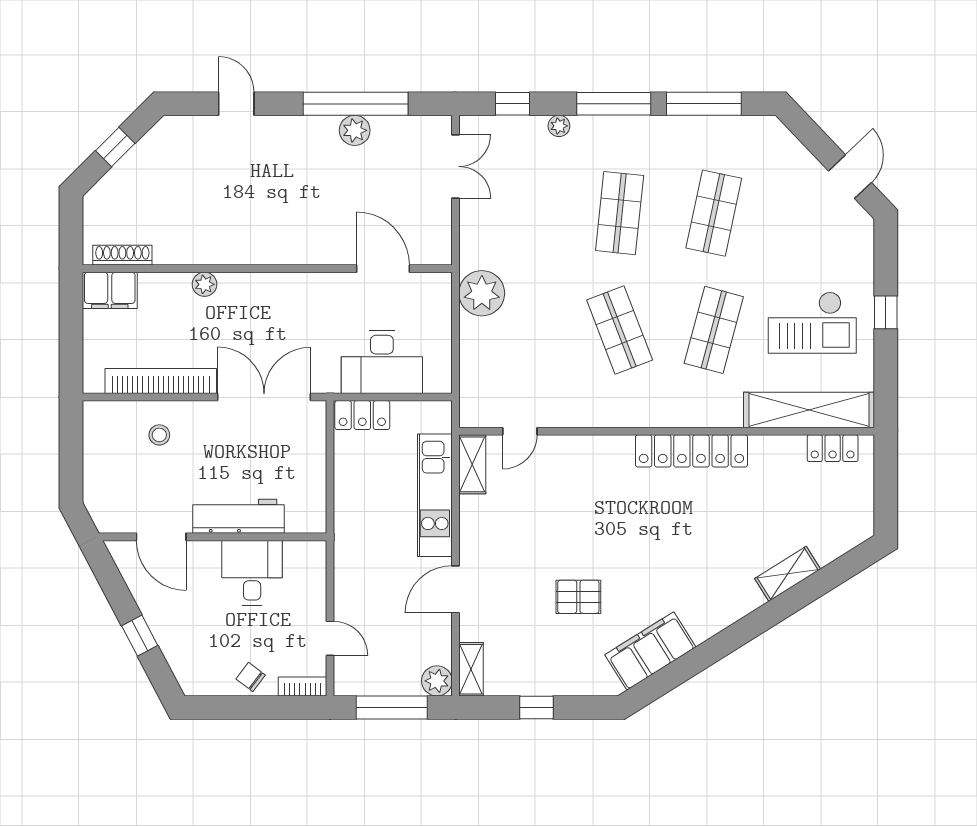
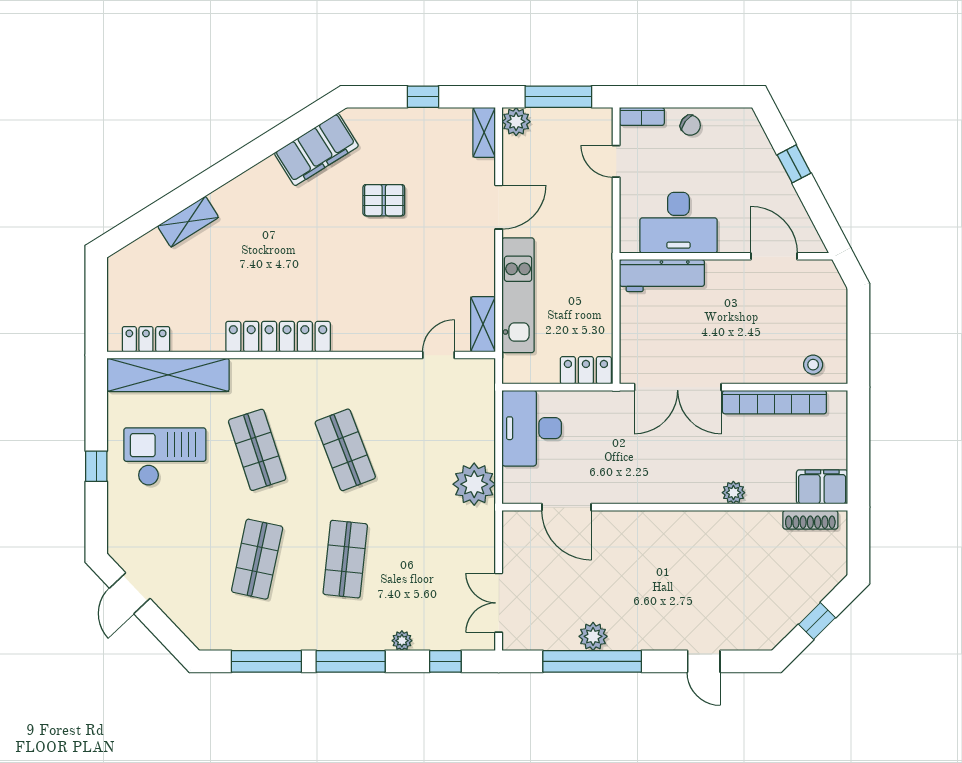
shop shelf: (714, 330) -> (257, 450), turned -33
desk: (382, 362) -> (532, 428), moved, turned -90
stool: (159, 435) -> (813, 365), moved
workbench: (239, 516) -> (662, 275), moved
desk: (252, 573) -> (678, 223), width x1.37

